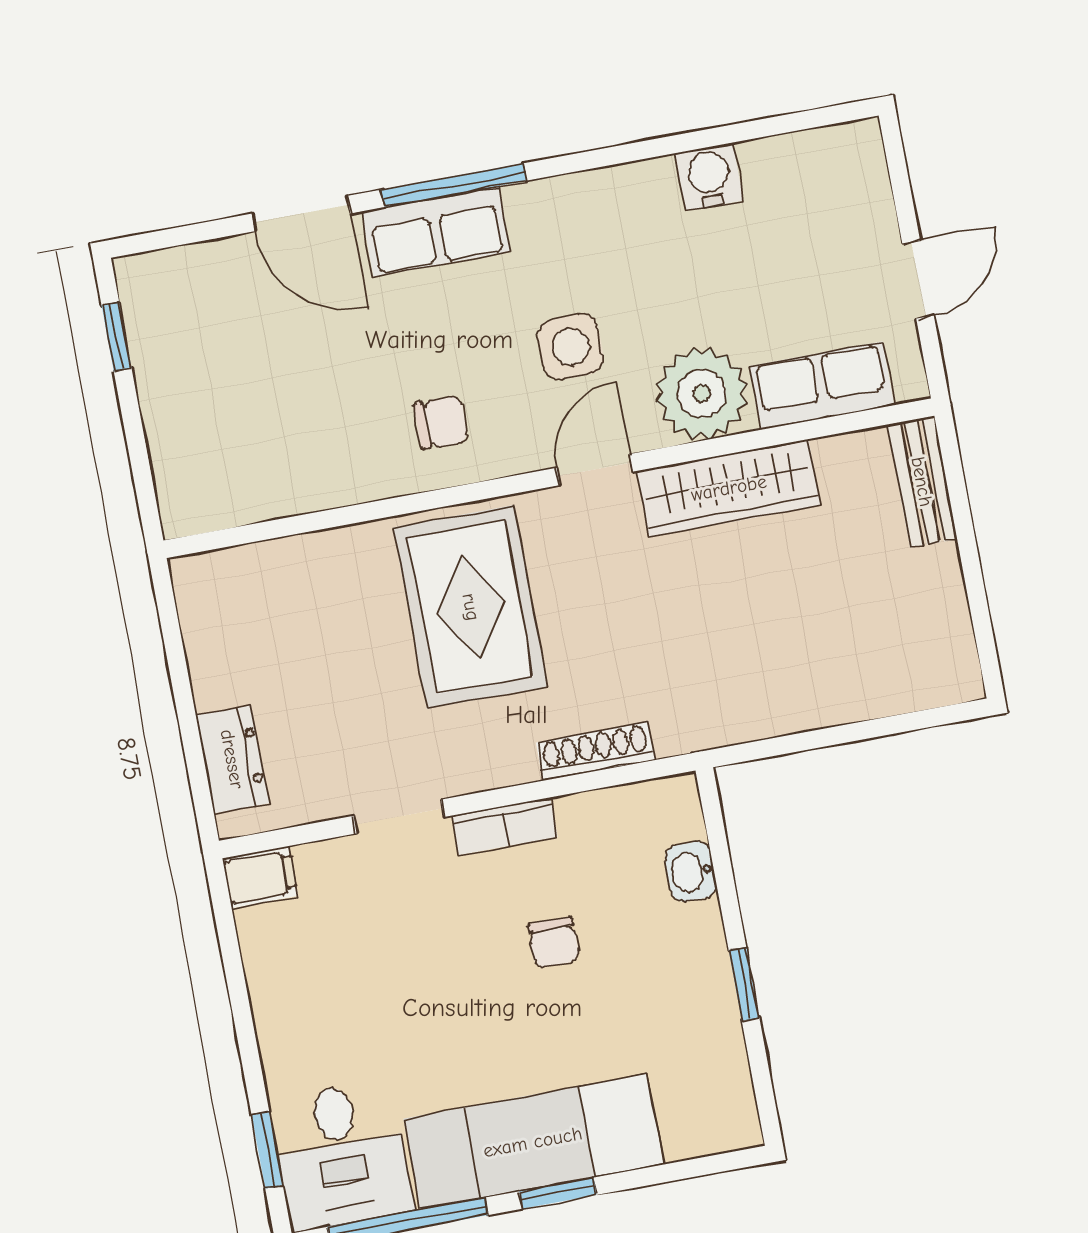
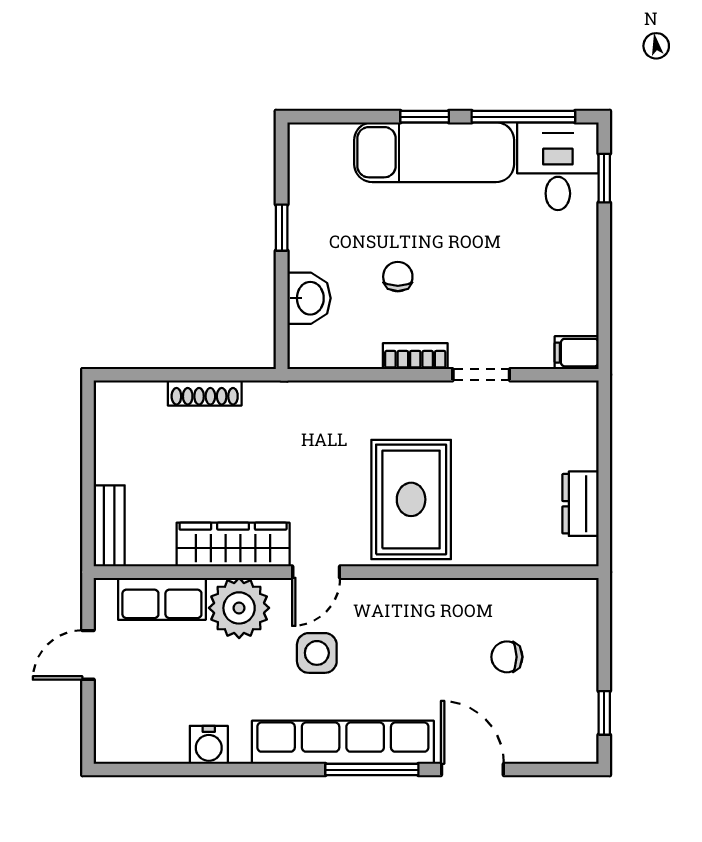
row of seats: (436, 231) -> (343, 742), width x2.02
chair: (441, 422) -> (507, 657), moved
shoe rack: (596, 751) -> (205, 393), moved
dresser: (232, 759) -> (580, 504), moved
washbasin: (691, 872) -> (309, 298), width x1.38, depth x1.45

